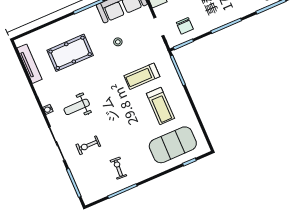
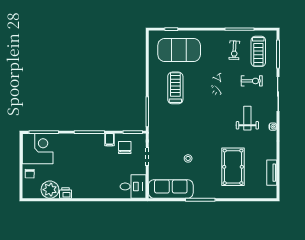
filing cabinet: (203, 27) -> (109, 140), added
pool table: (70, 53) -> (233, 167), turned 90
tv unit: (29, 64) -> (272, 173), width x0.71
treadmill: (142, 76) -> (258, 51), moved, turned 90
weight bench: (77, 107) -> (247, 118), turned -90

